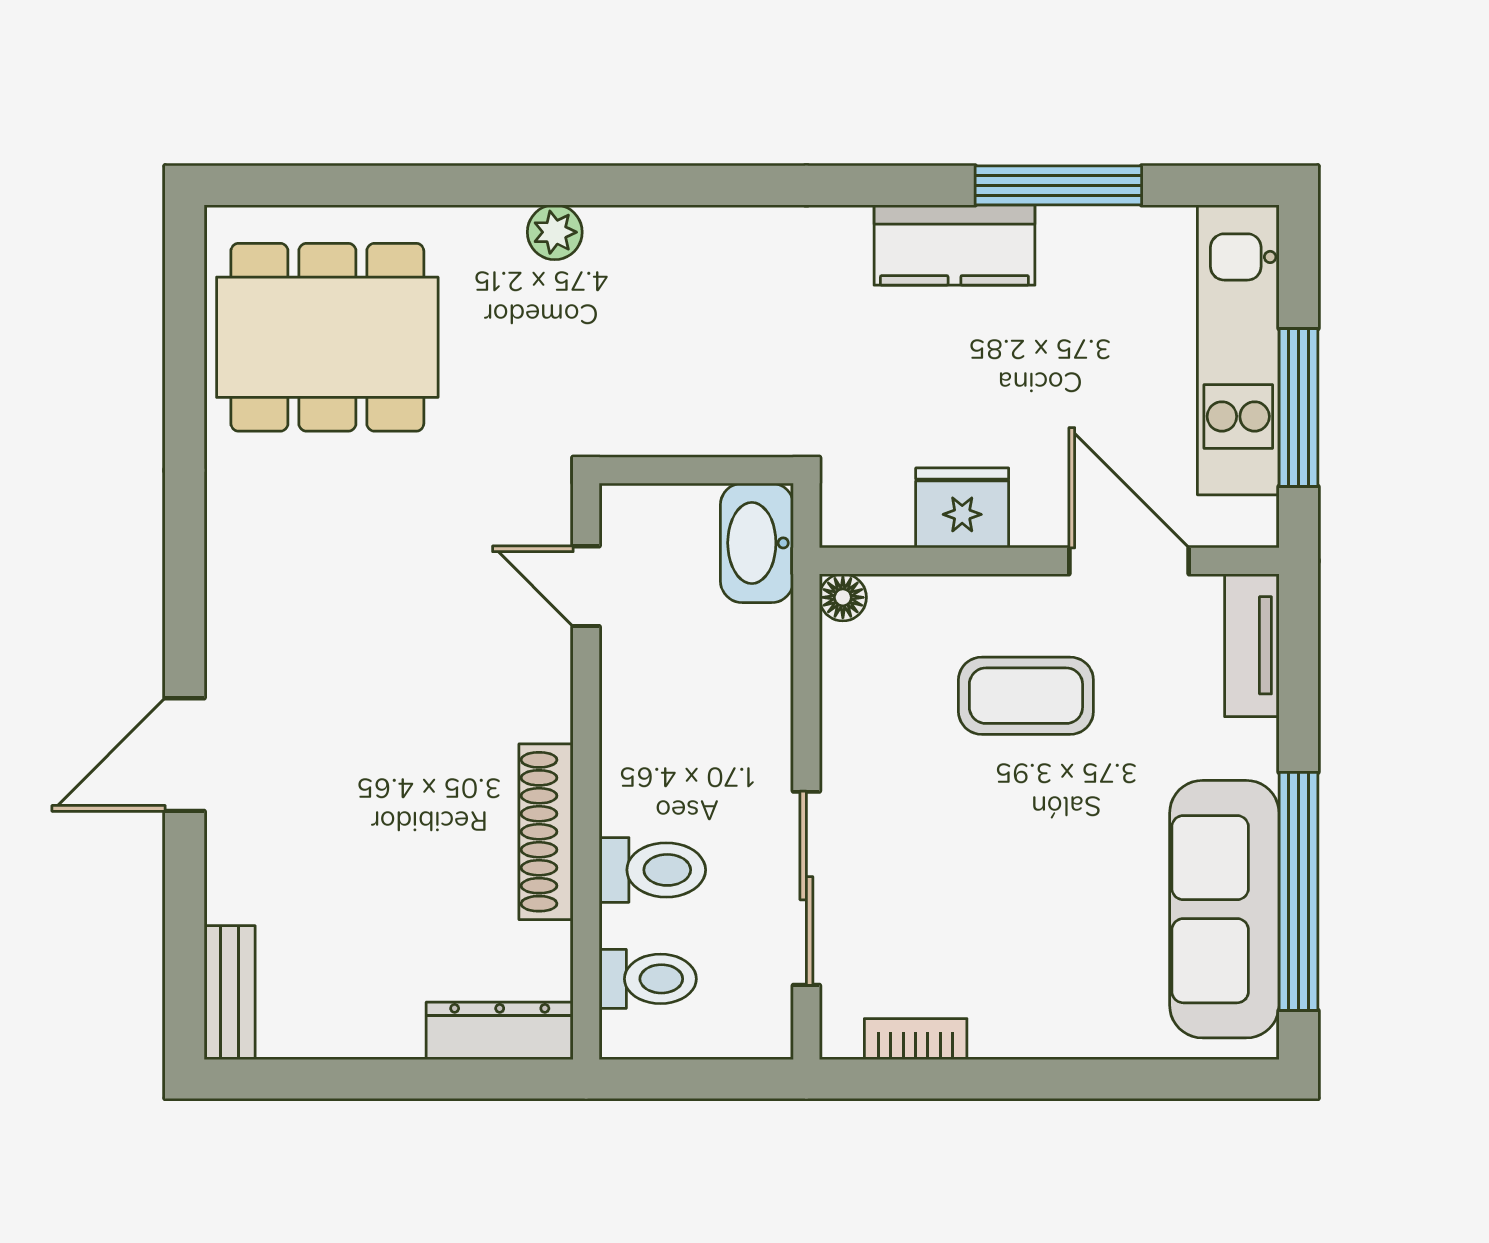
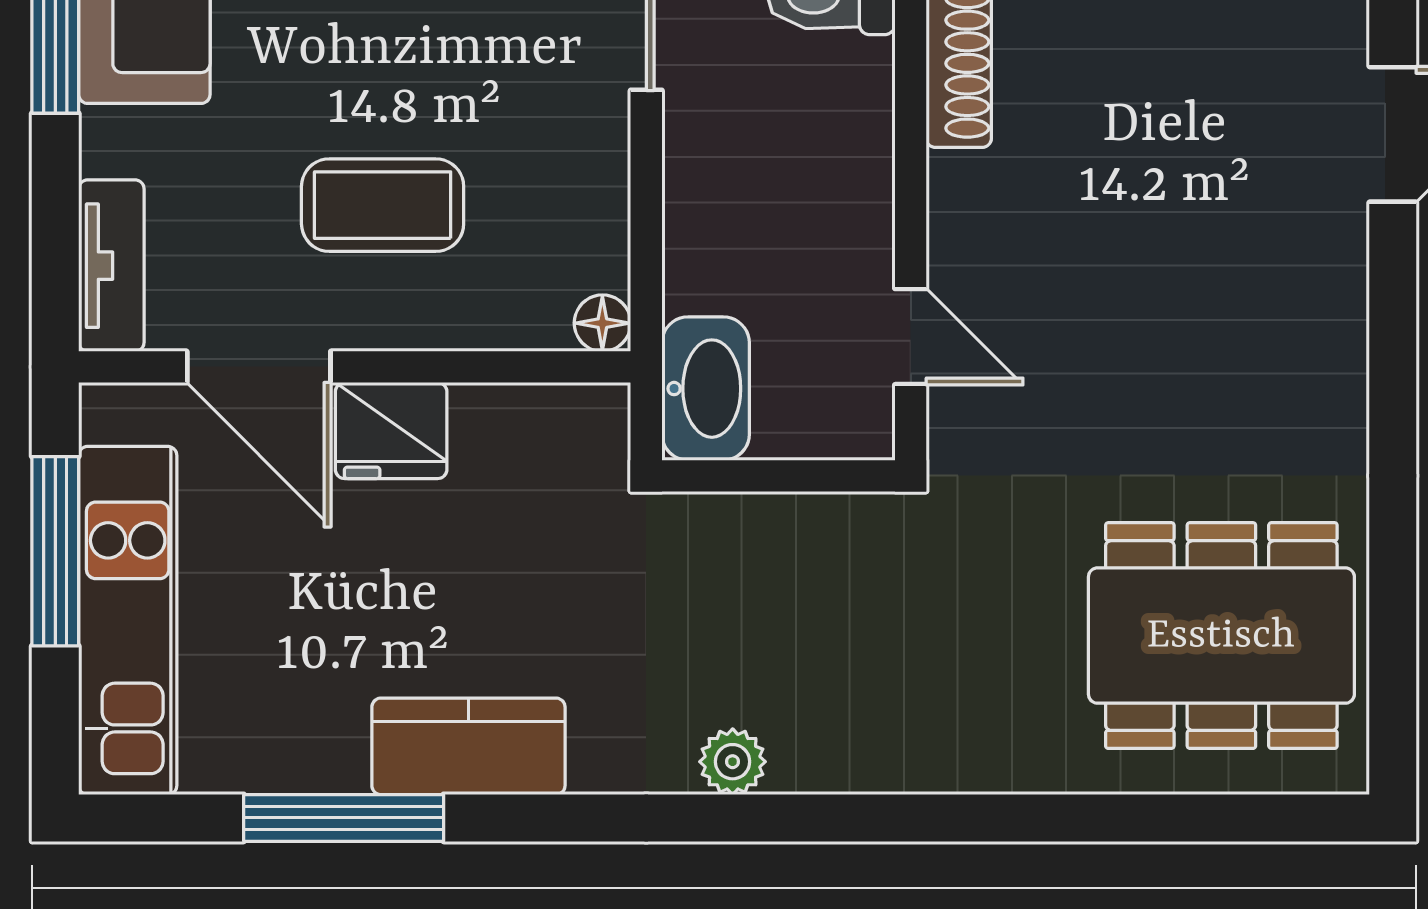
plant: (555, 232) -> (733, 762), moved
fridge: (962, 508) -> (391, 431), moved

